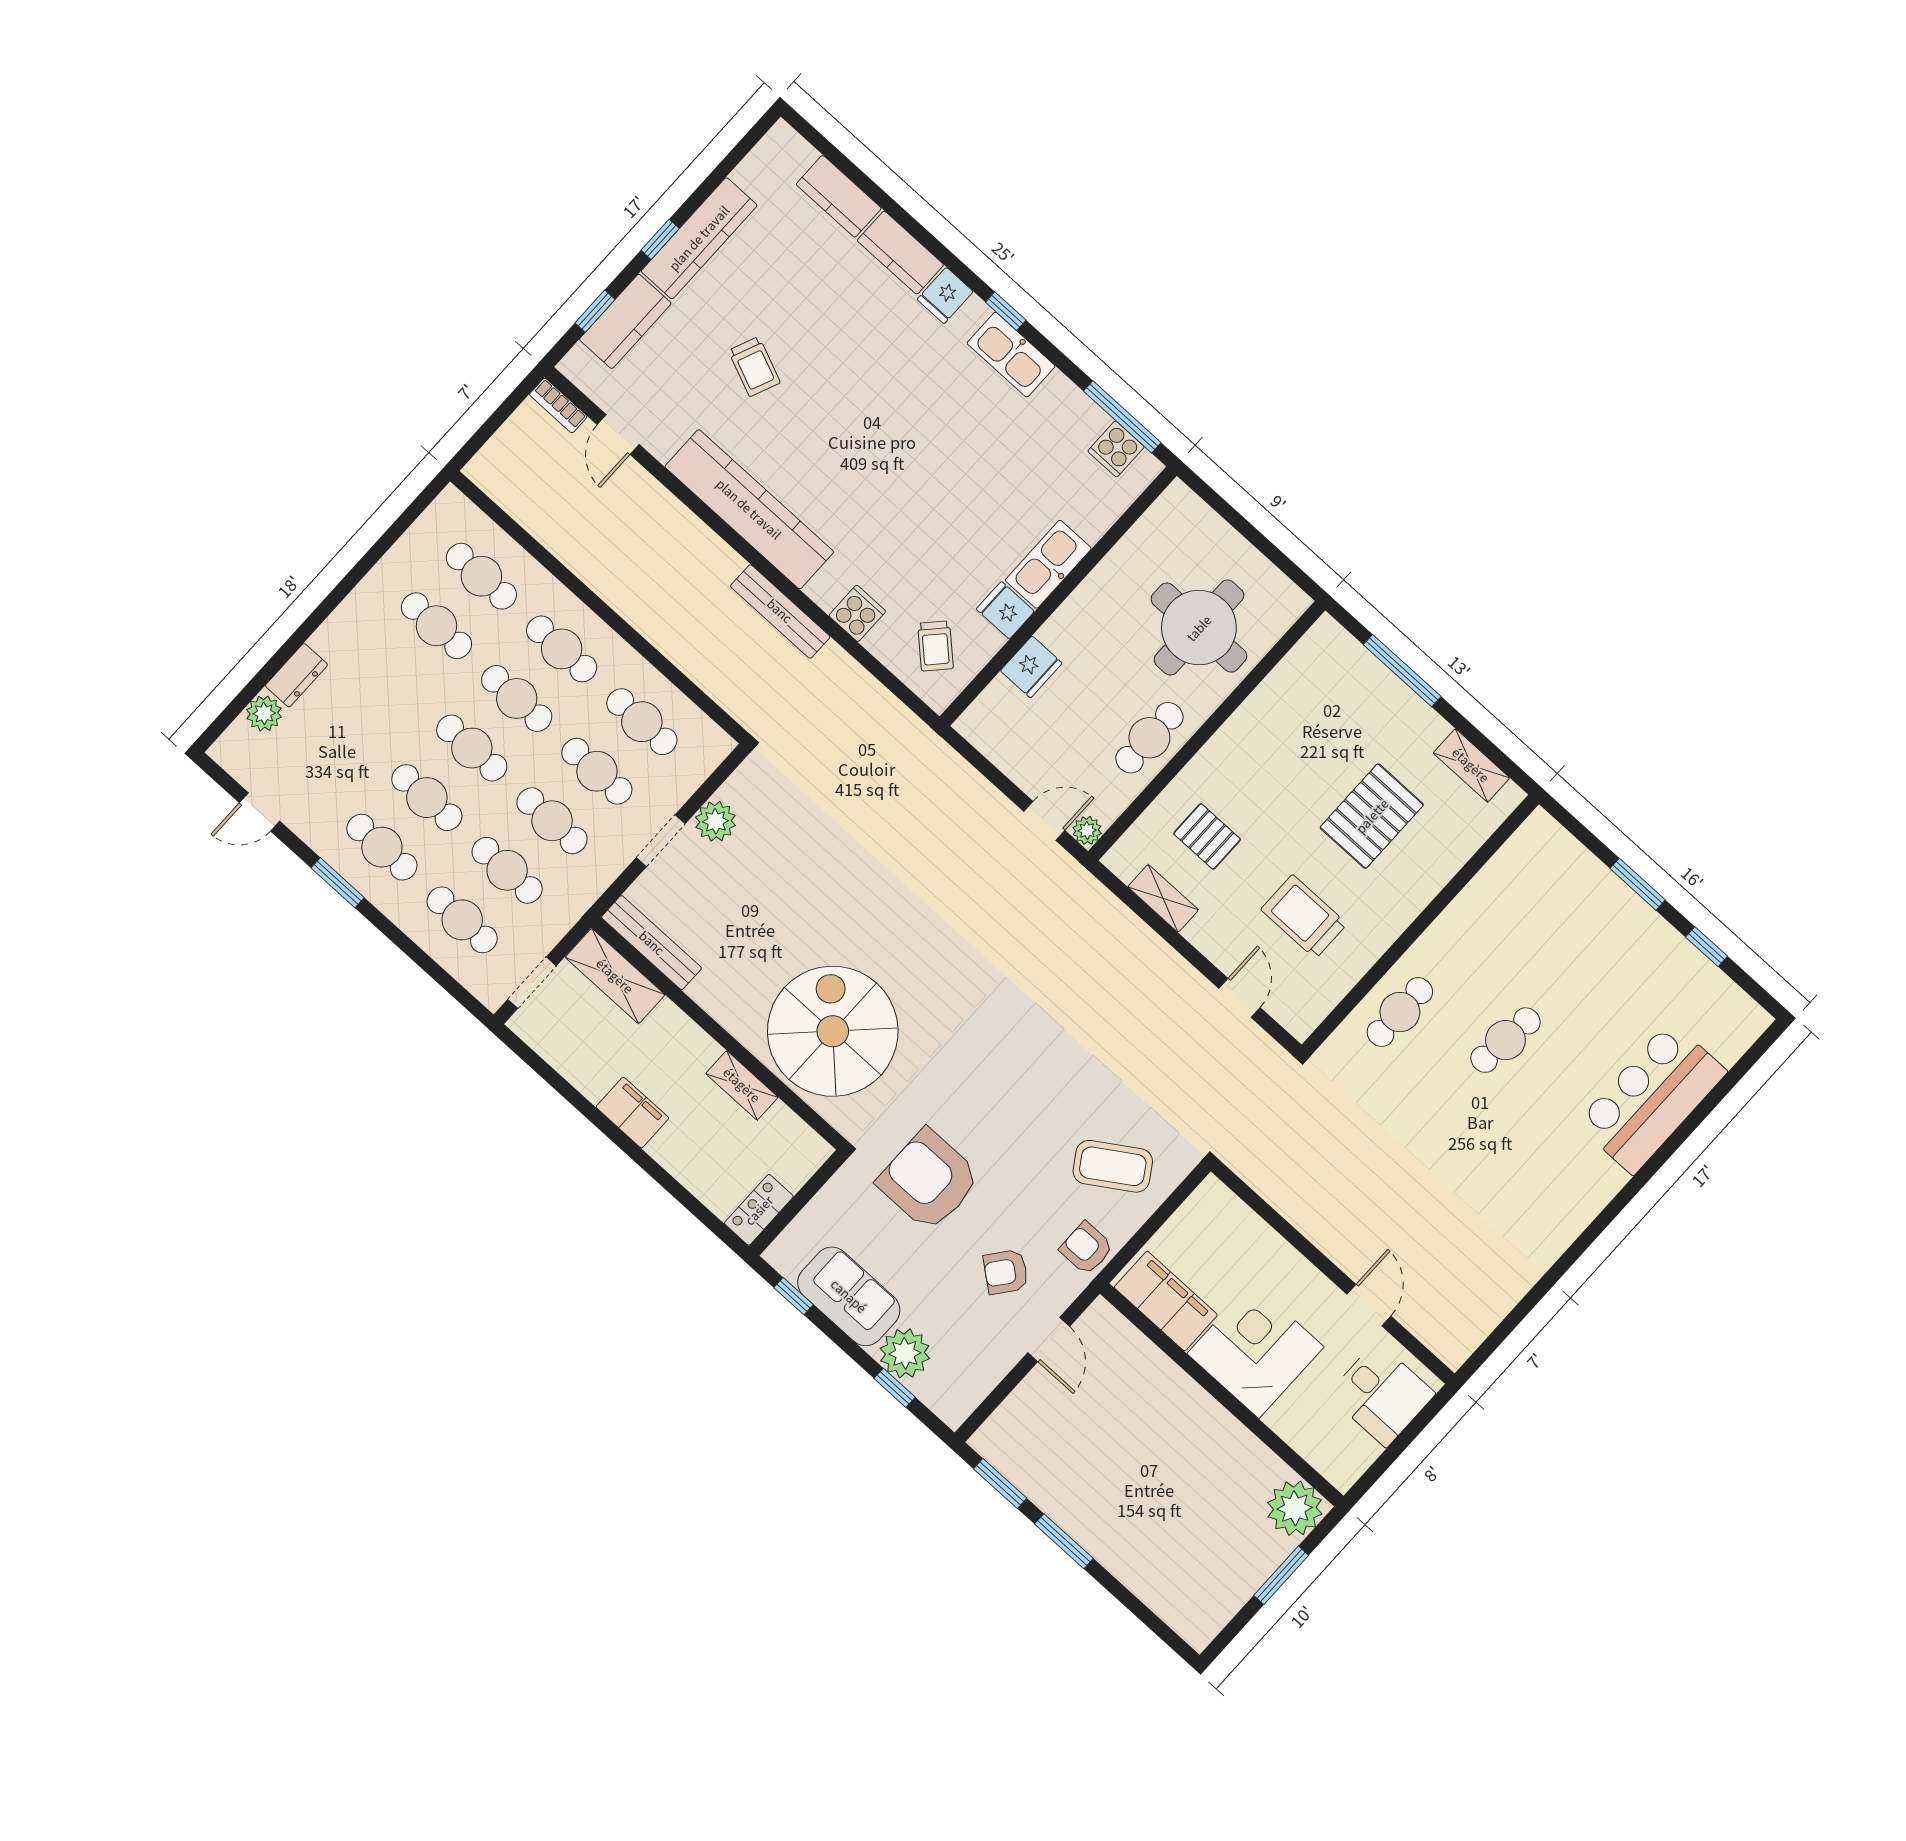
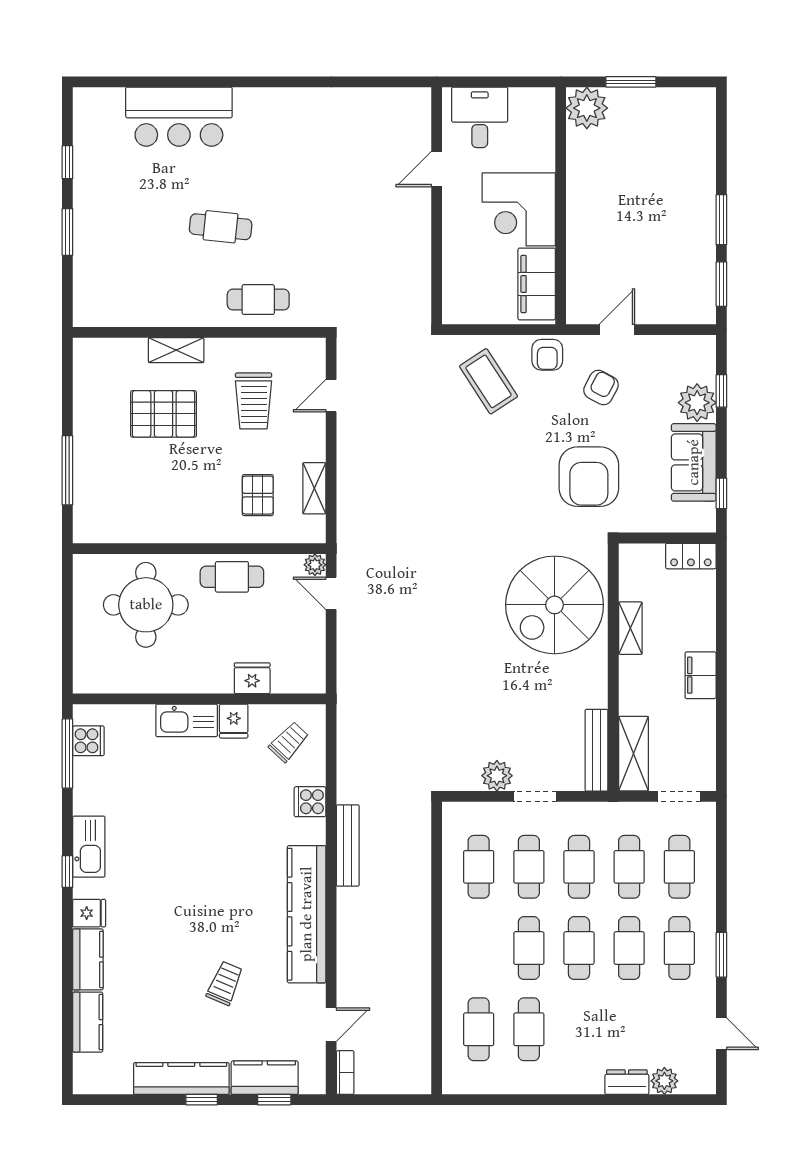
cafe table: (562, 649) -> (479, 948), removed
shelving: (1471, 765) -> (176, 350), moved, turned 90
armchair: (1006, 1272) -> (601, 388), turned -100

